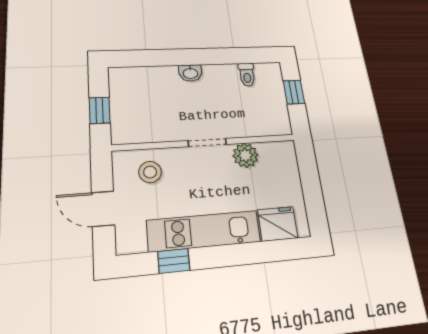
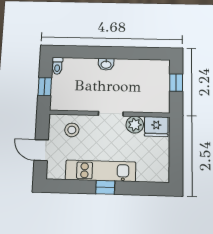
toilet: (247, 75) -> (57, 66), moved
fridge: (278, 224) -> (156, 127), moved, turned 180
window: (174, 261) -> (105, 187), moved

